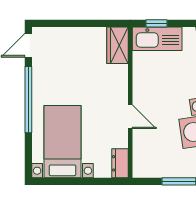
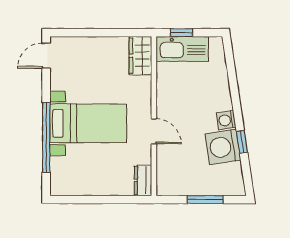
window: (28, 100) -> (46, 137), moved
bed with nightstands: (63, 142) -> (88, 123), moved, turned 90

